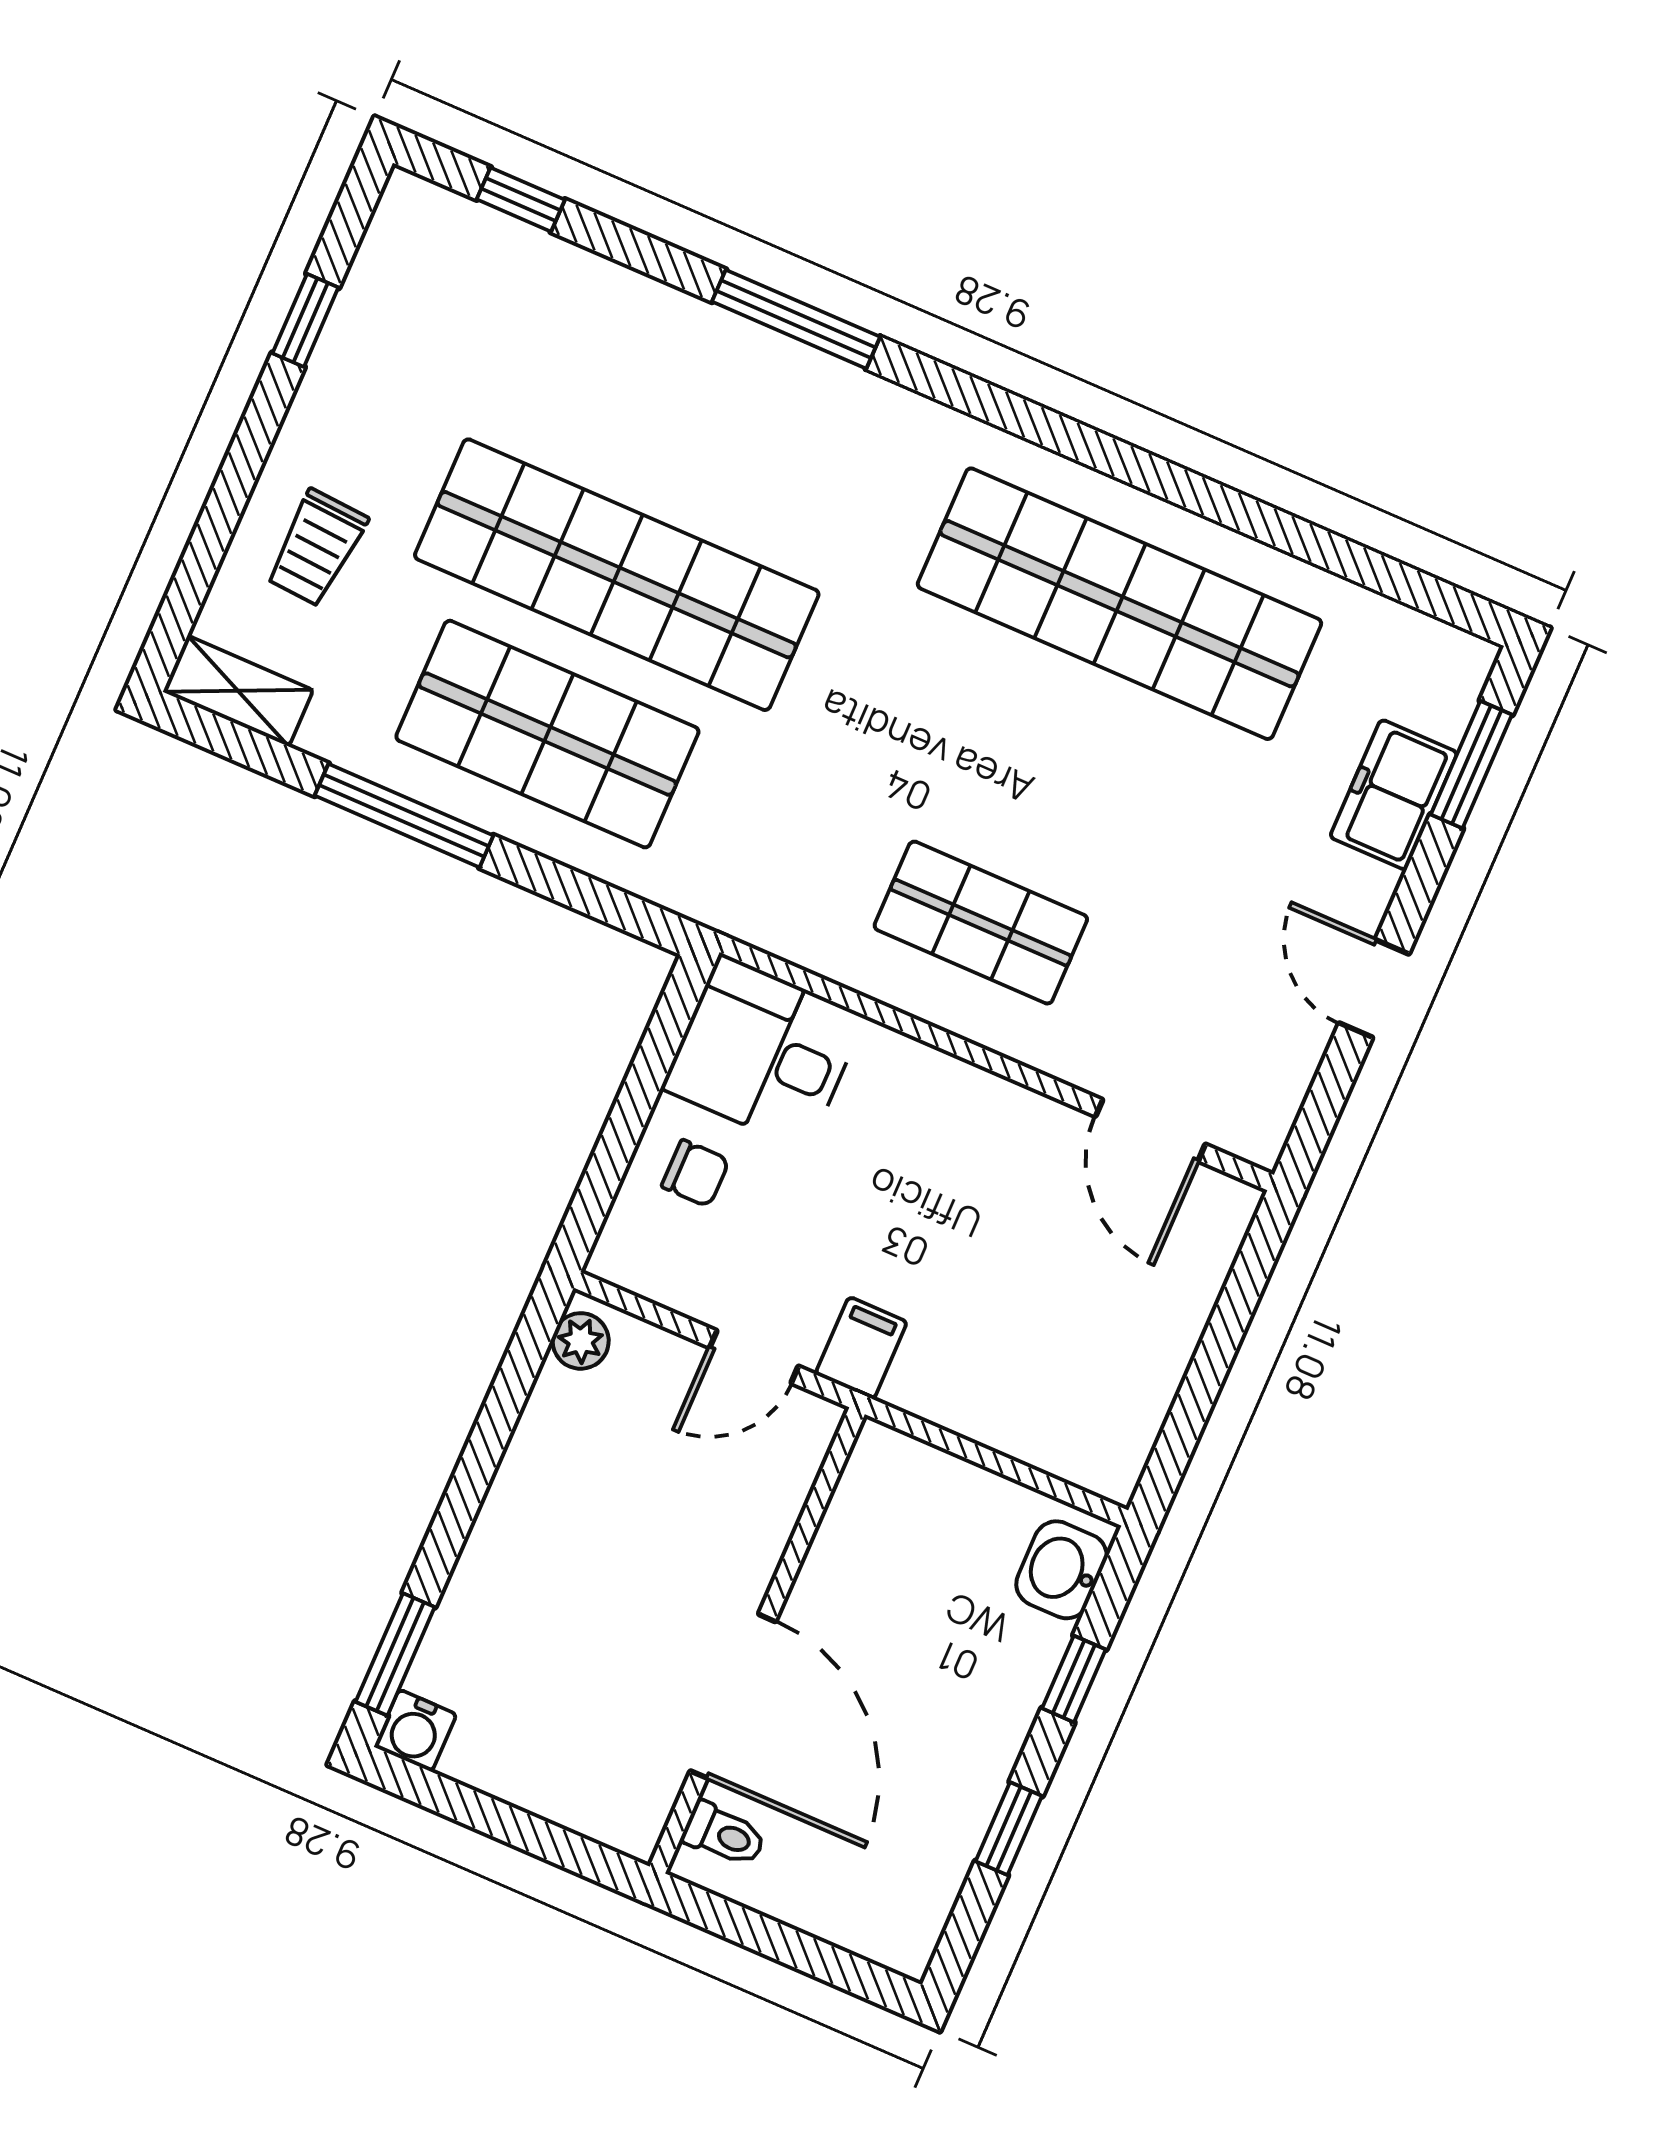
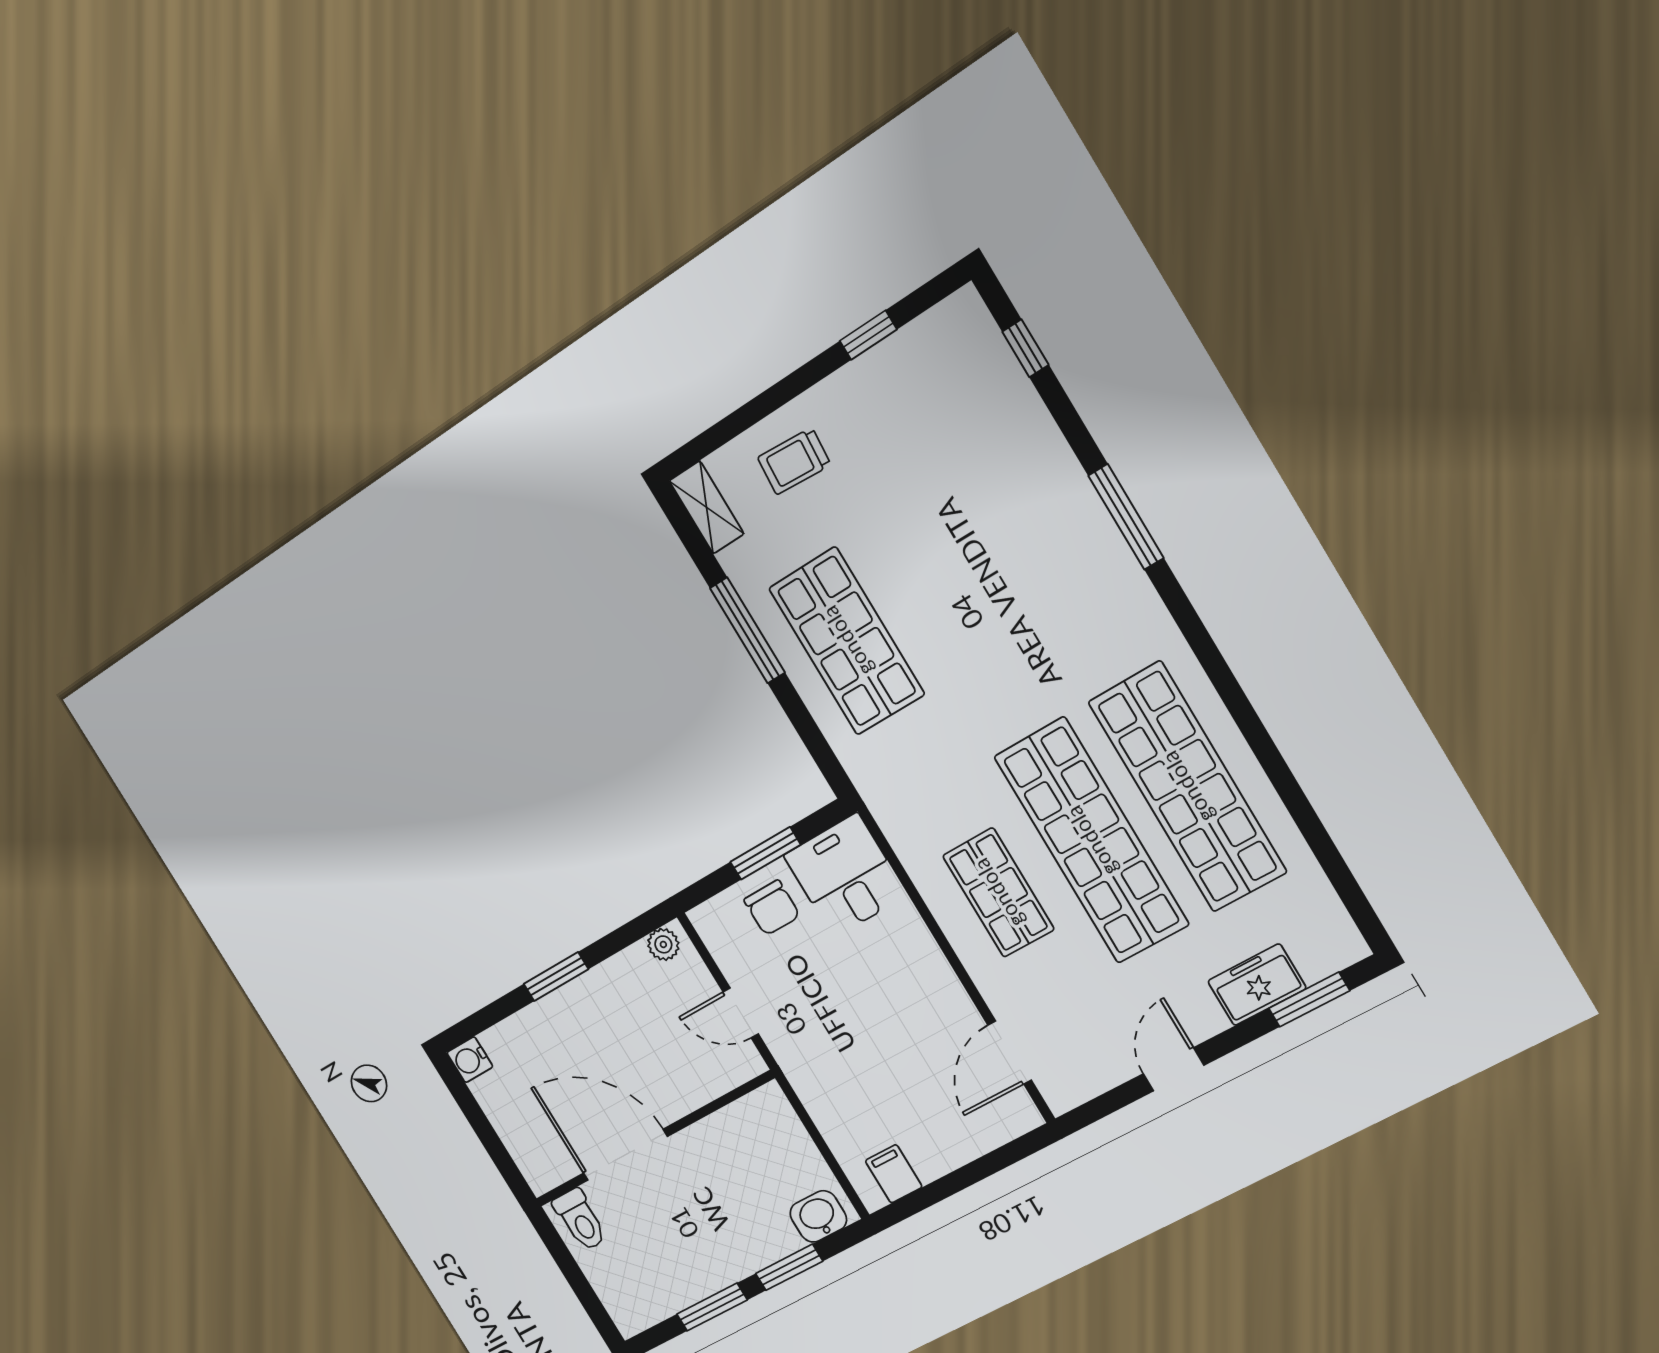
shop shelf: (617, 575) -> (1091, 841), moved
window: (635, 1104) -> (765, 853), added
chair: (695, 1173) -> (772, 908), width x1.37, depth x1.37
filing cabinet: (861, 1348) -> (894, 1174), moved, turned -90
window: (395, 1654) -> (556, 977), moved
window: (1074, 1679) -> (789, 1267), width x1.50
door: (733, 1696) -> (625, 1155), swing flipped
window: (1009, 1829) -> (712, 1307), width x1.50
toilet: (724, 1835) -> (580, 1220), width x1.37, depth x1.39

